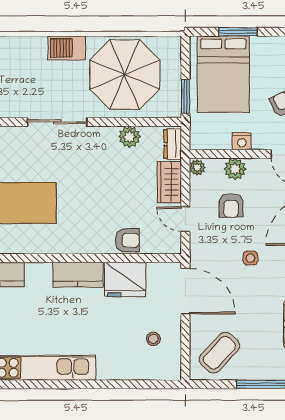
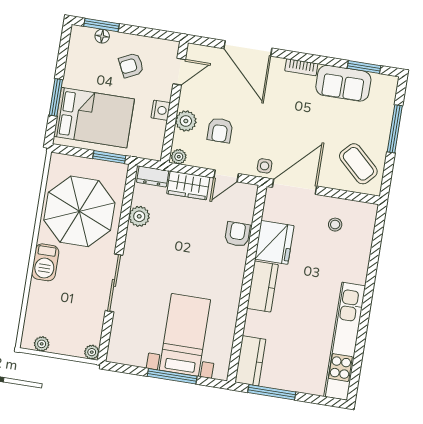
armchair: (231, 205) -> (220, 130), turned 90
side table: (250, 258) -> (265, 166), moved

